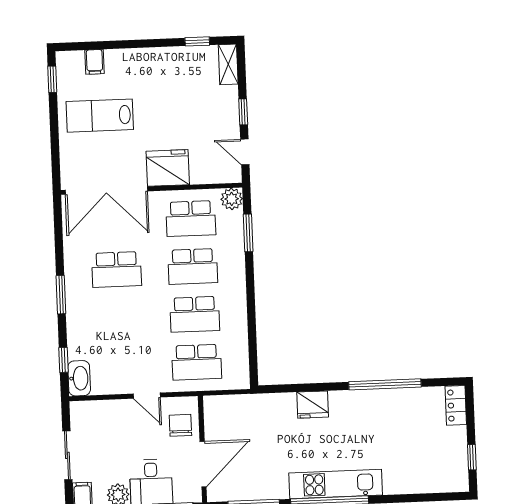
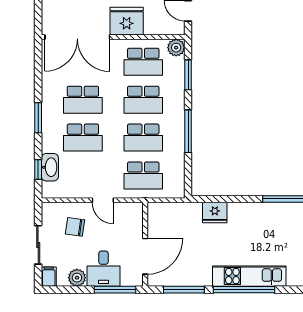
window: (251, 304) -> (188, 131), added
school desk: (119, 317) -> (83, 138), added
washbasin: (79, 378) -> (50, 167), moved
fridge: (313, 405) -> (215, 213), moved
chair: (180, 425) -> (75, 227), moved, turned -82

